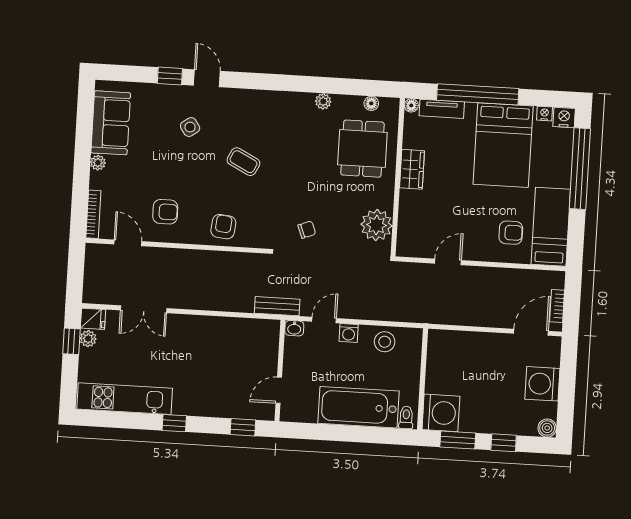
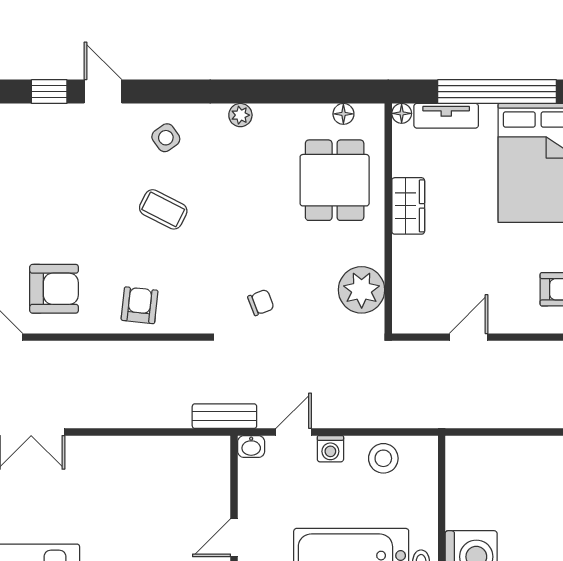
plant: (323, 101) -> (240, 115), moved
side table: (190, 127) -> (166, 138), moved
armchair: (165, 212) -> (54, 289), width x1.38, depth x1.38

